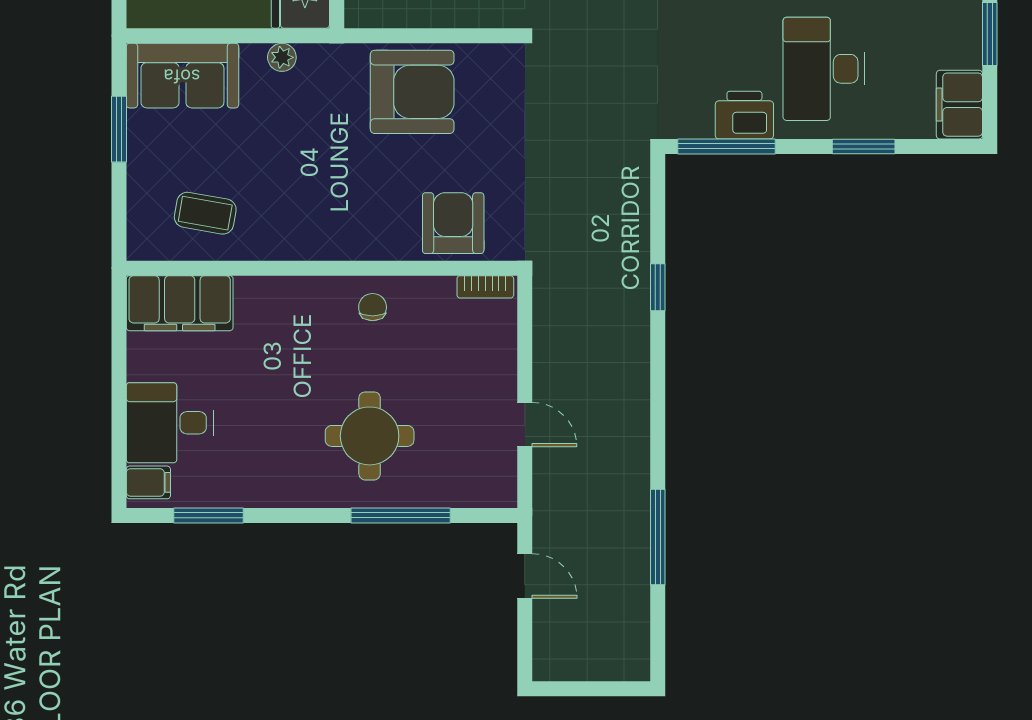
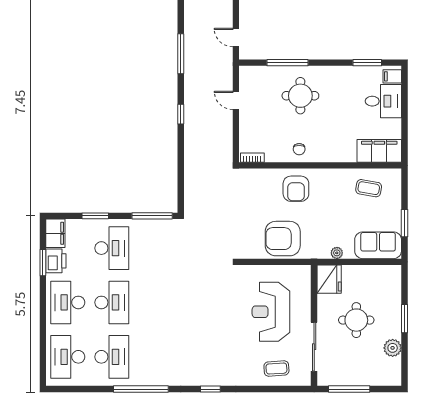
printer: (744, 115) -> (56, 261), moved, turned -90
armchair: (453, 223) -> (296, 189), moved
window: (658, 287) -> (181, 114), moved

